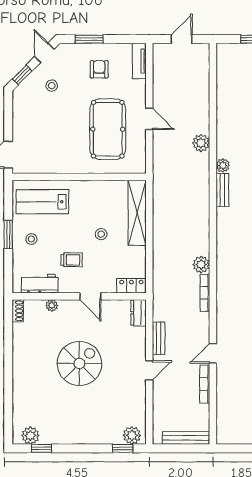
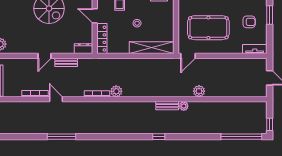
door: (149, 119) -> (188, 56), moved
locker: (131, 286) -> (102, 39), width x1.53
door: (90, 296) -> (95, 16), hinge flipped
door: (149, 370) -> (44, 56), hinge flipped

